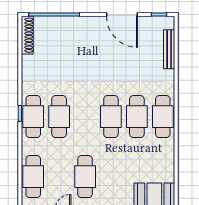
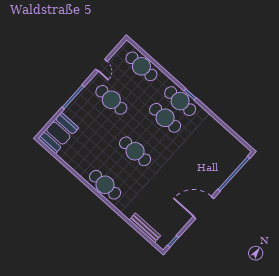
door: (122, 15) -> (204, 208), moved
shoe rack: (27, 35) -> (236, 144), removed
cafe table: (137, 117) -> (120, 168), removed

